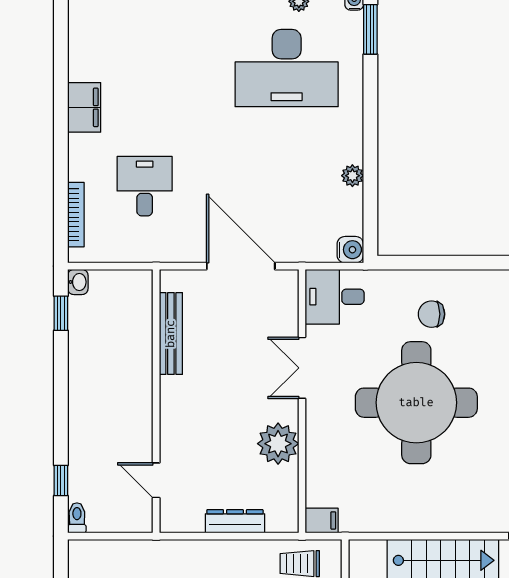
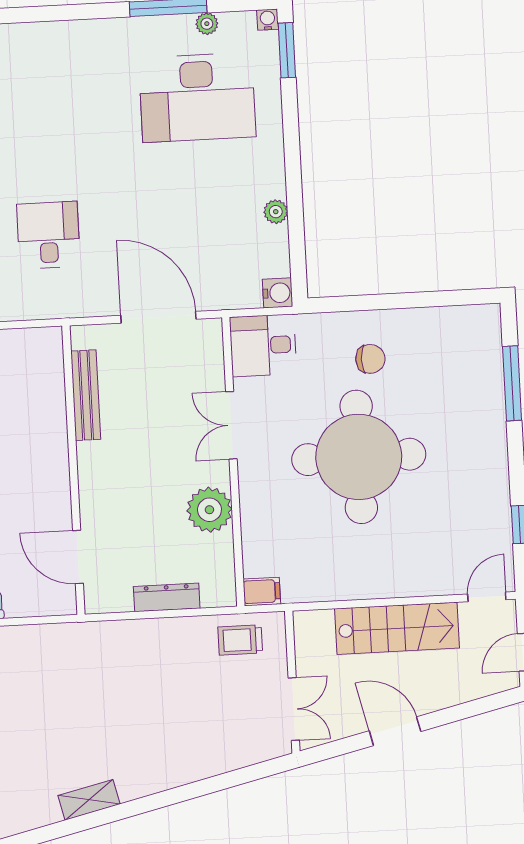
chair: (432, 314) -> (370, 359), turned 180
door: (156, 480) -> (78, 557), width x1.38

